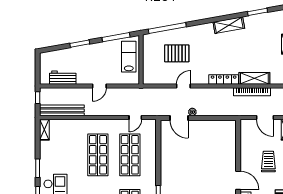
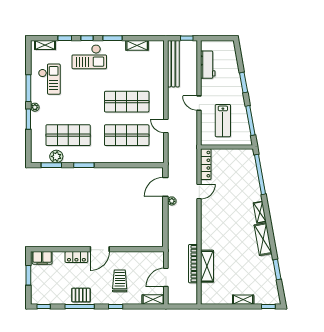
shelving: (203, 28) -> (260, 212), added
pallet: (177, 53) -> (233, 185), removed
lab bench: (129, 57) -> (223, 121), moved, turned 90
locker: (224, 80) -> (206, 164), moved
door: (183, 86) -> (199, 192), hinge flipped
door: (135, 117) -> (166, 126), moved
shelving: (44, 130) -> (137, 45), moved
trolley: (268, 161) -> (120, 281), turned -90

